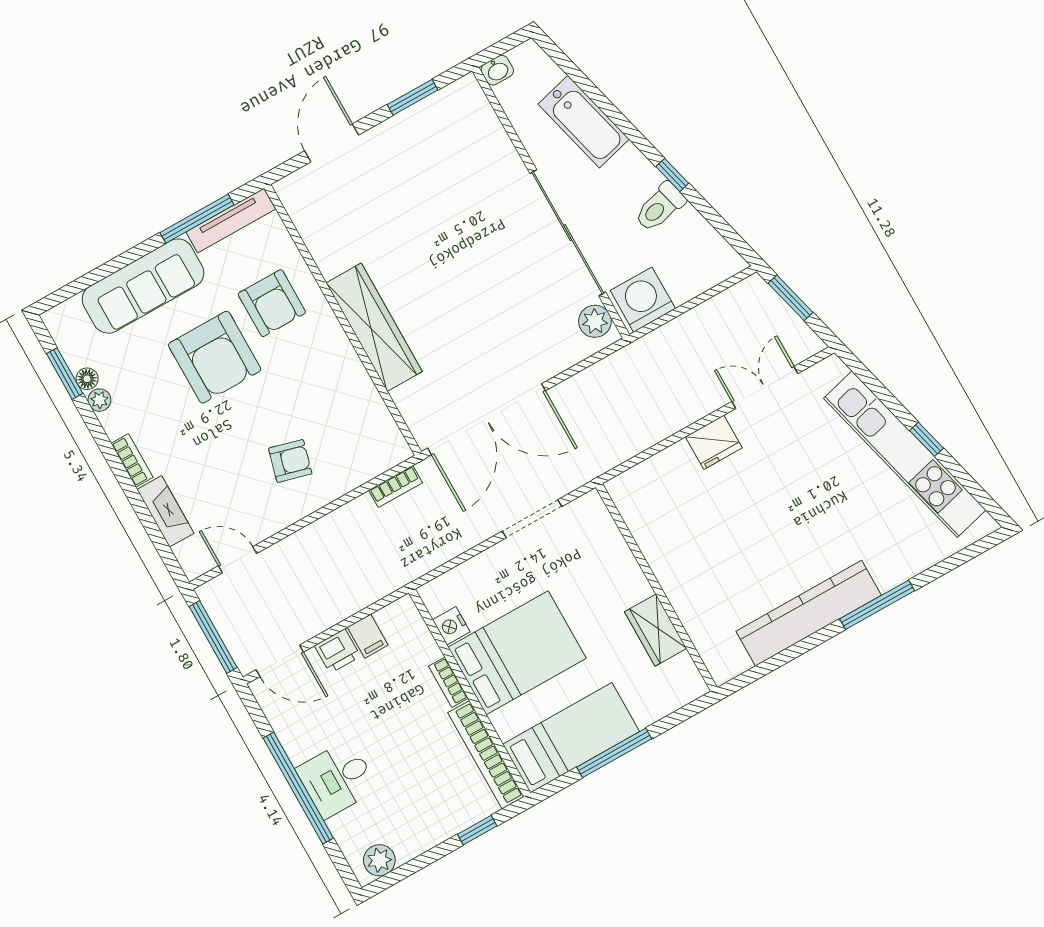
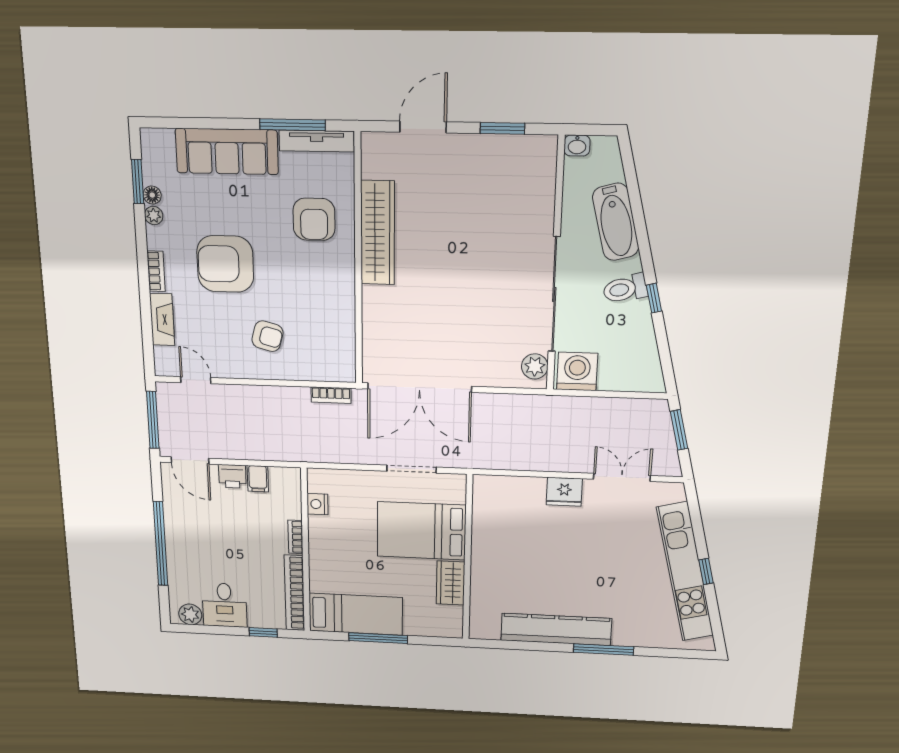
toilet: (660, 207) -> (625, 289), moved
wardrobe: (374, 327) -> (378, 233), moved
armchair: (215, 357) -> (225, 264), moved, turned 90
bed: (517, 653) -> (421, 531), moved, turned 180
desk: (337, 779) -> (225, 605), moved, turned -90

